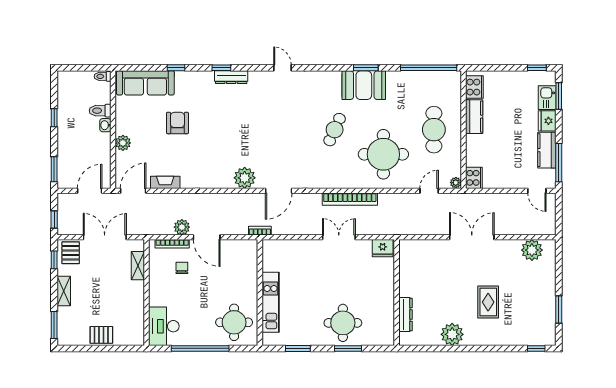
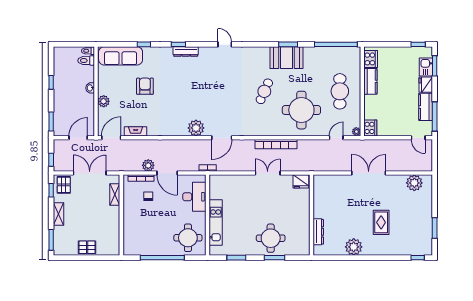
toilet: (100, 111) -> (86, 61), moved
desk: (164, 326) -> (194, 197), moved, turned 180

